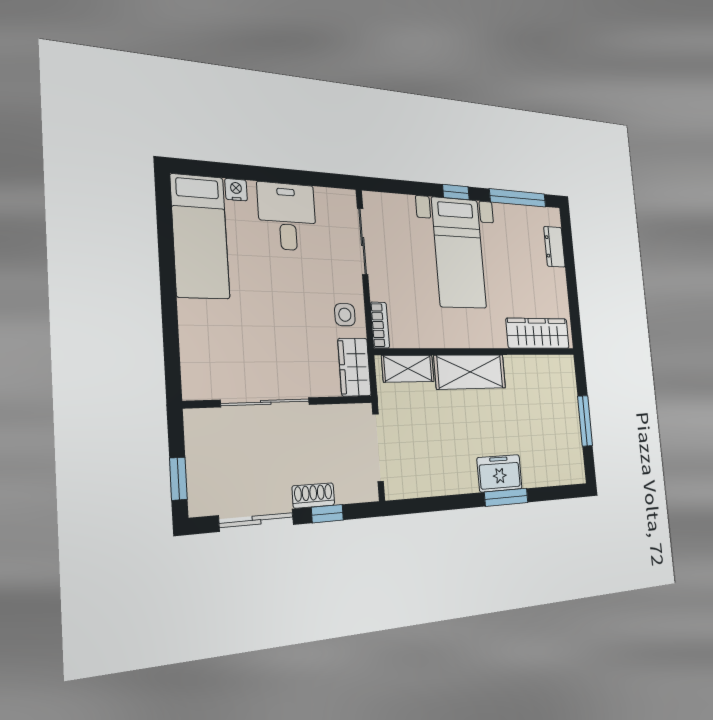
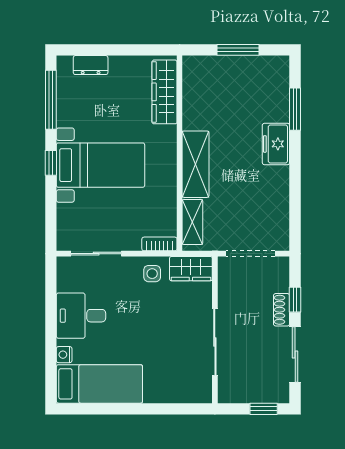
window: (506, 497) -> (295, 109), moved

